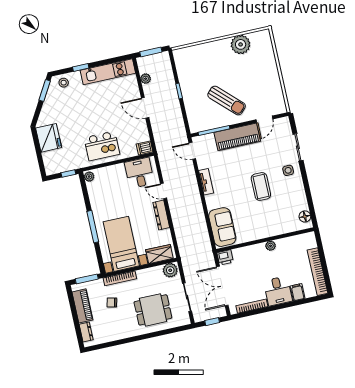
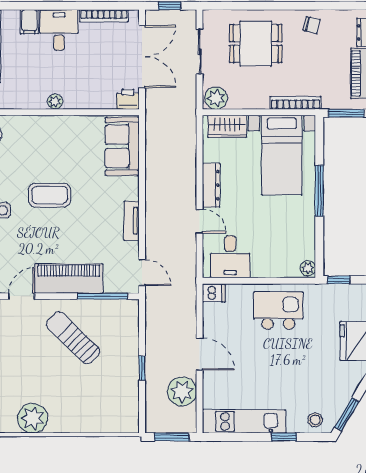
plant: (146, 79) -> (182, 391), width x1.88, depth x1.88
coffee table: (261, 186) -> (50, 195), turned 90
chair: (112, 303) -> (312, 25), moved

